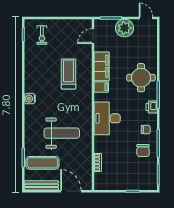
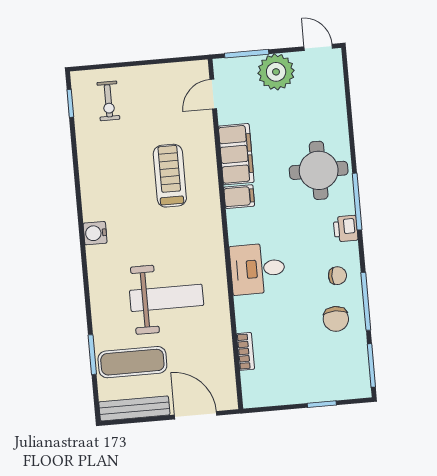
desk: (107, 118) -> (258, 269), width x0.73

